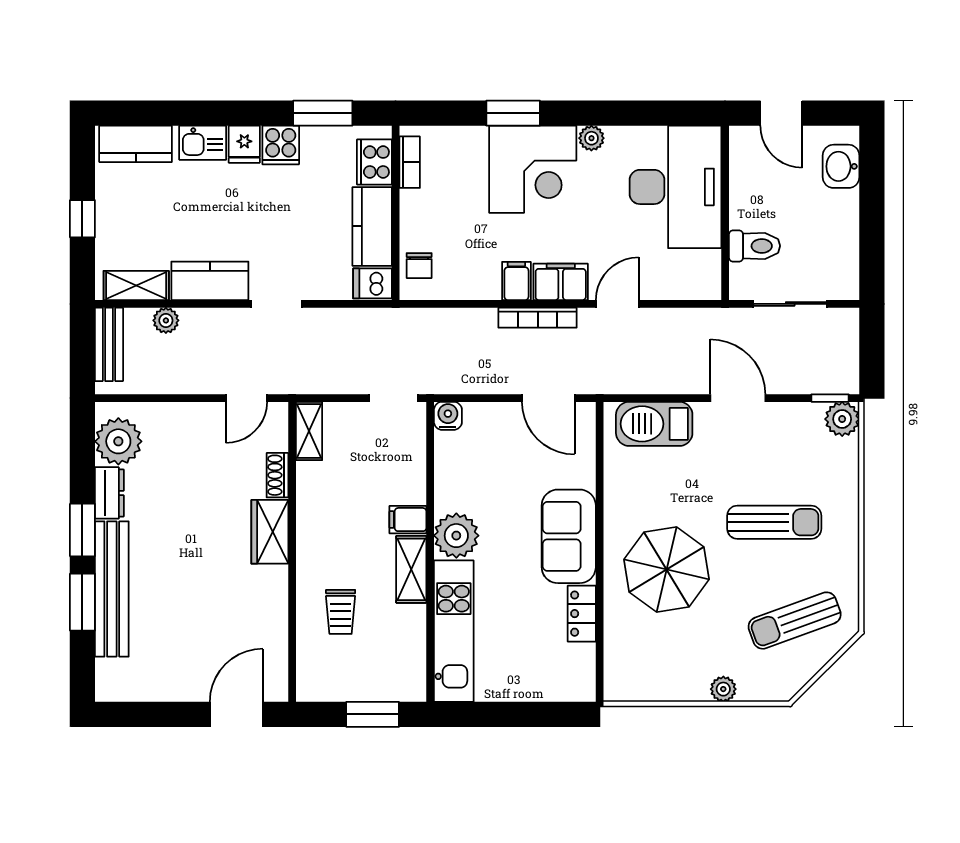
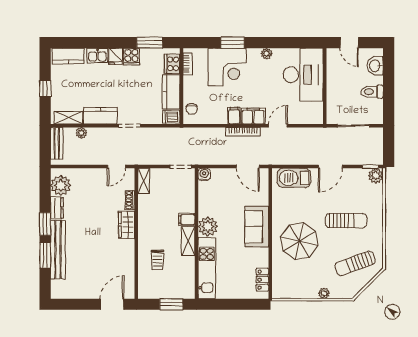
corner desk: (533, 169) -> (227, 67), moved
toilet: (754, 246) -> (372, 92), moved, turned 180
door: (738, 398) -> (330, 167), swing flipped
locker: (582, 614) -> (262, 280), moved

